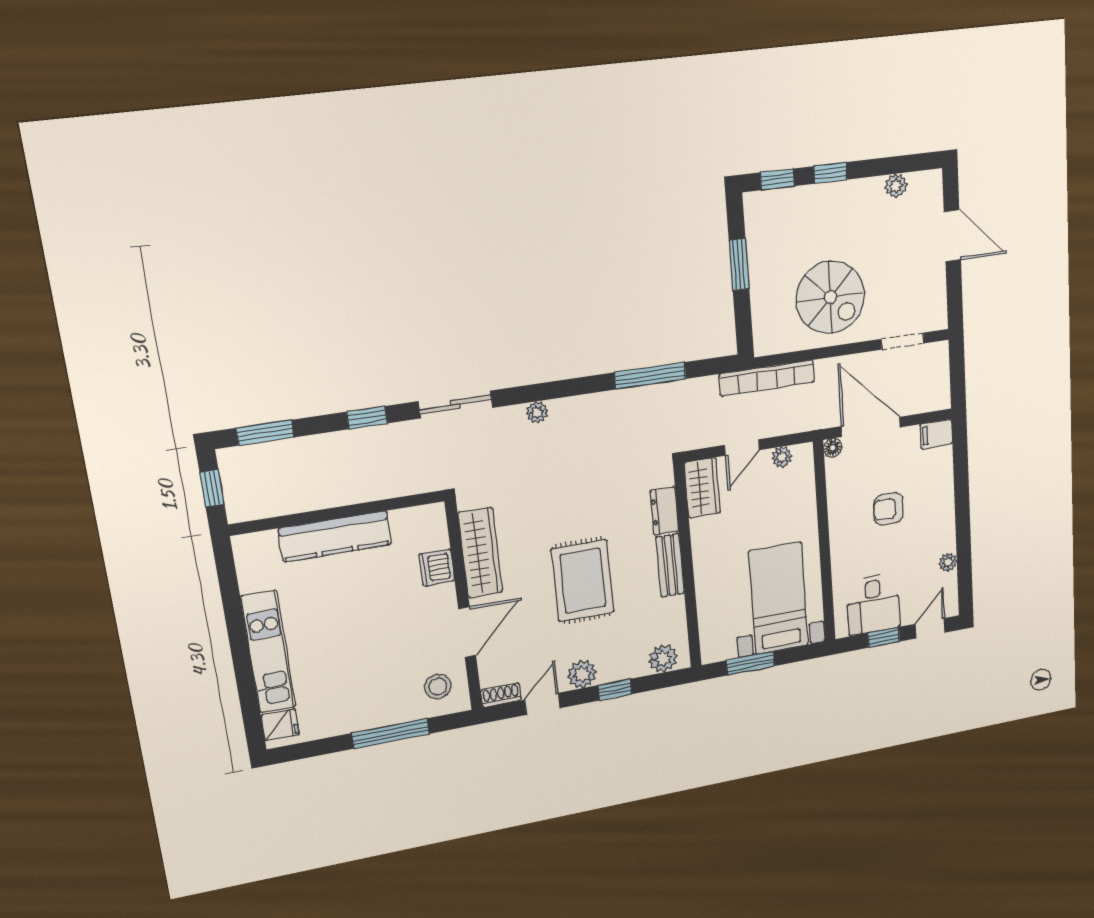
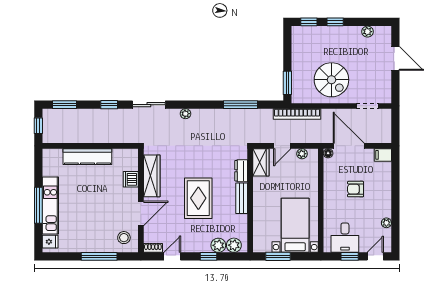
window: (739, 265) -> (287, 83), moved
window: (241, 656) -> (38, 205), added
plant: (582, 674) -> (218, 245), moved

